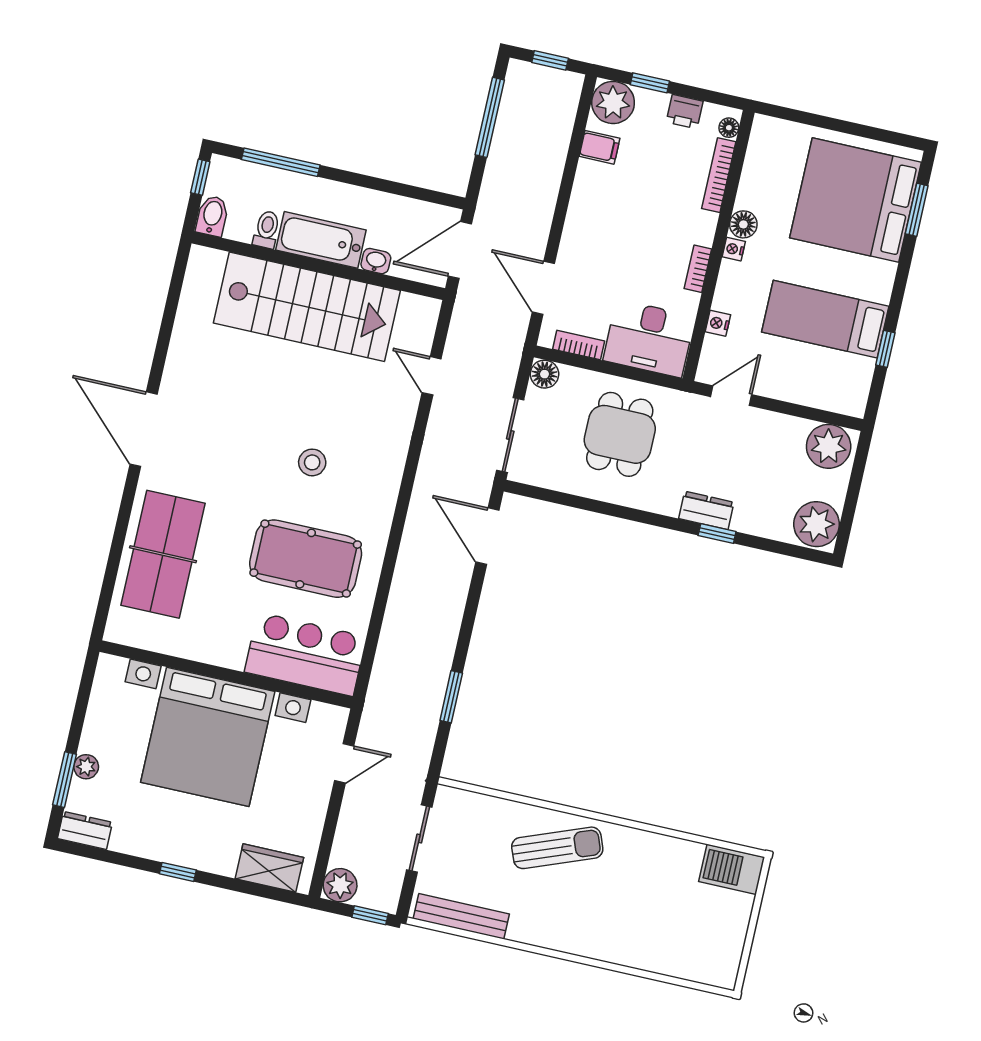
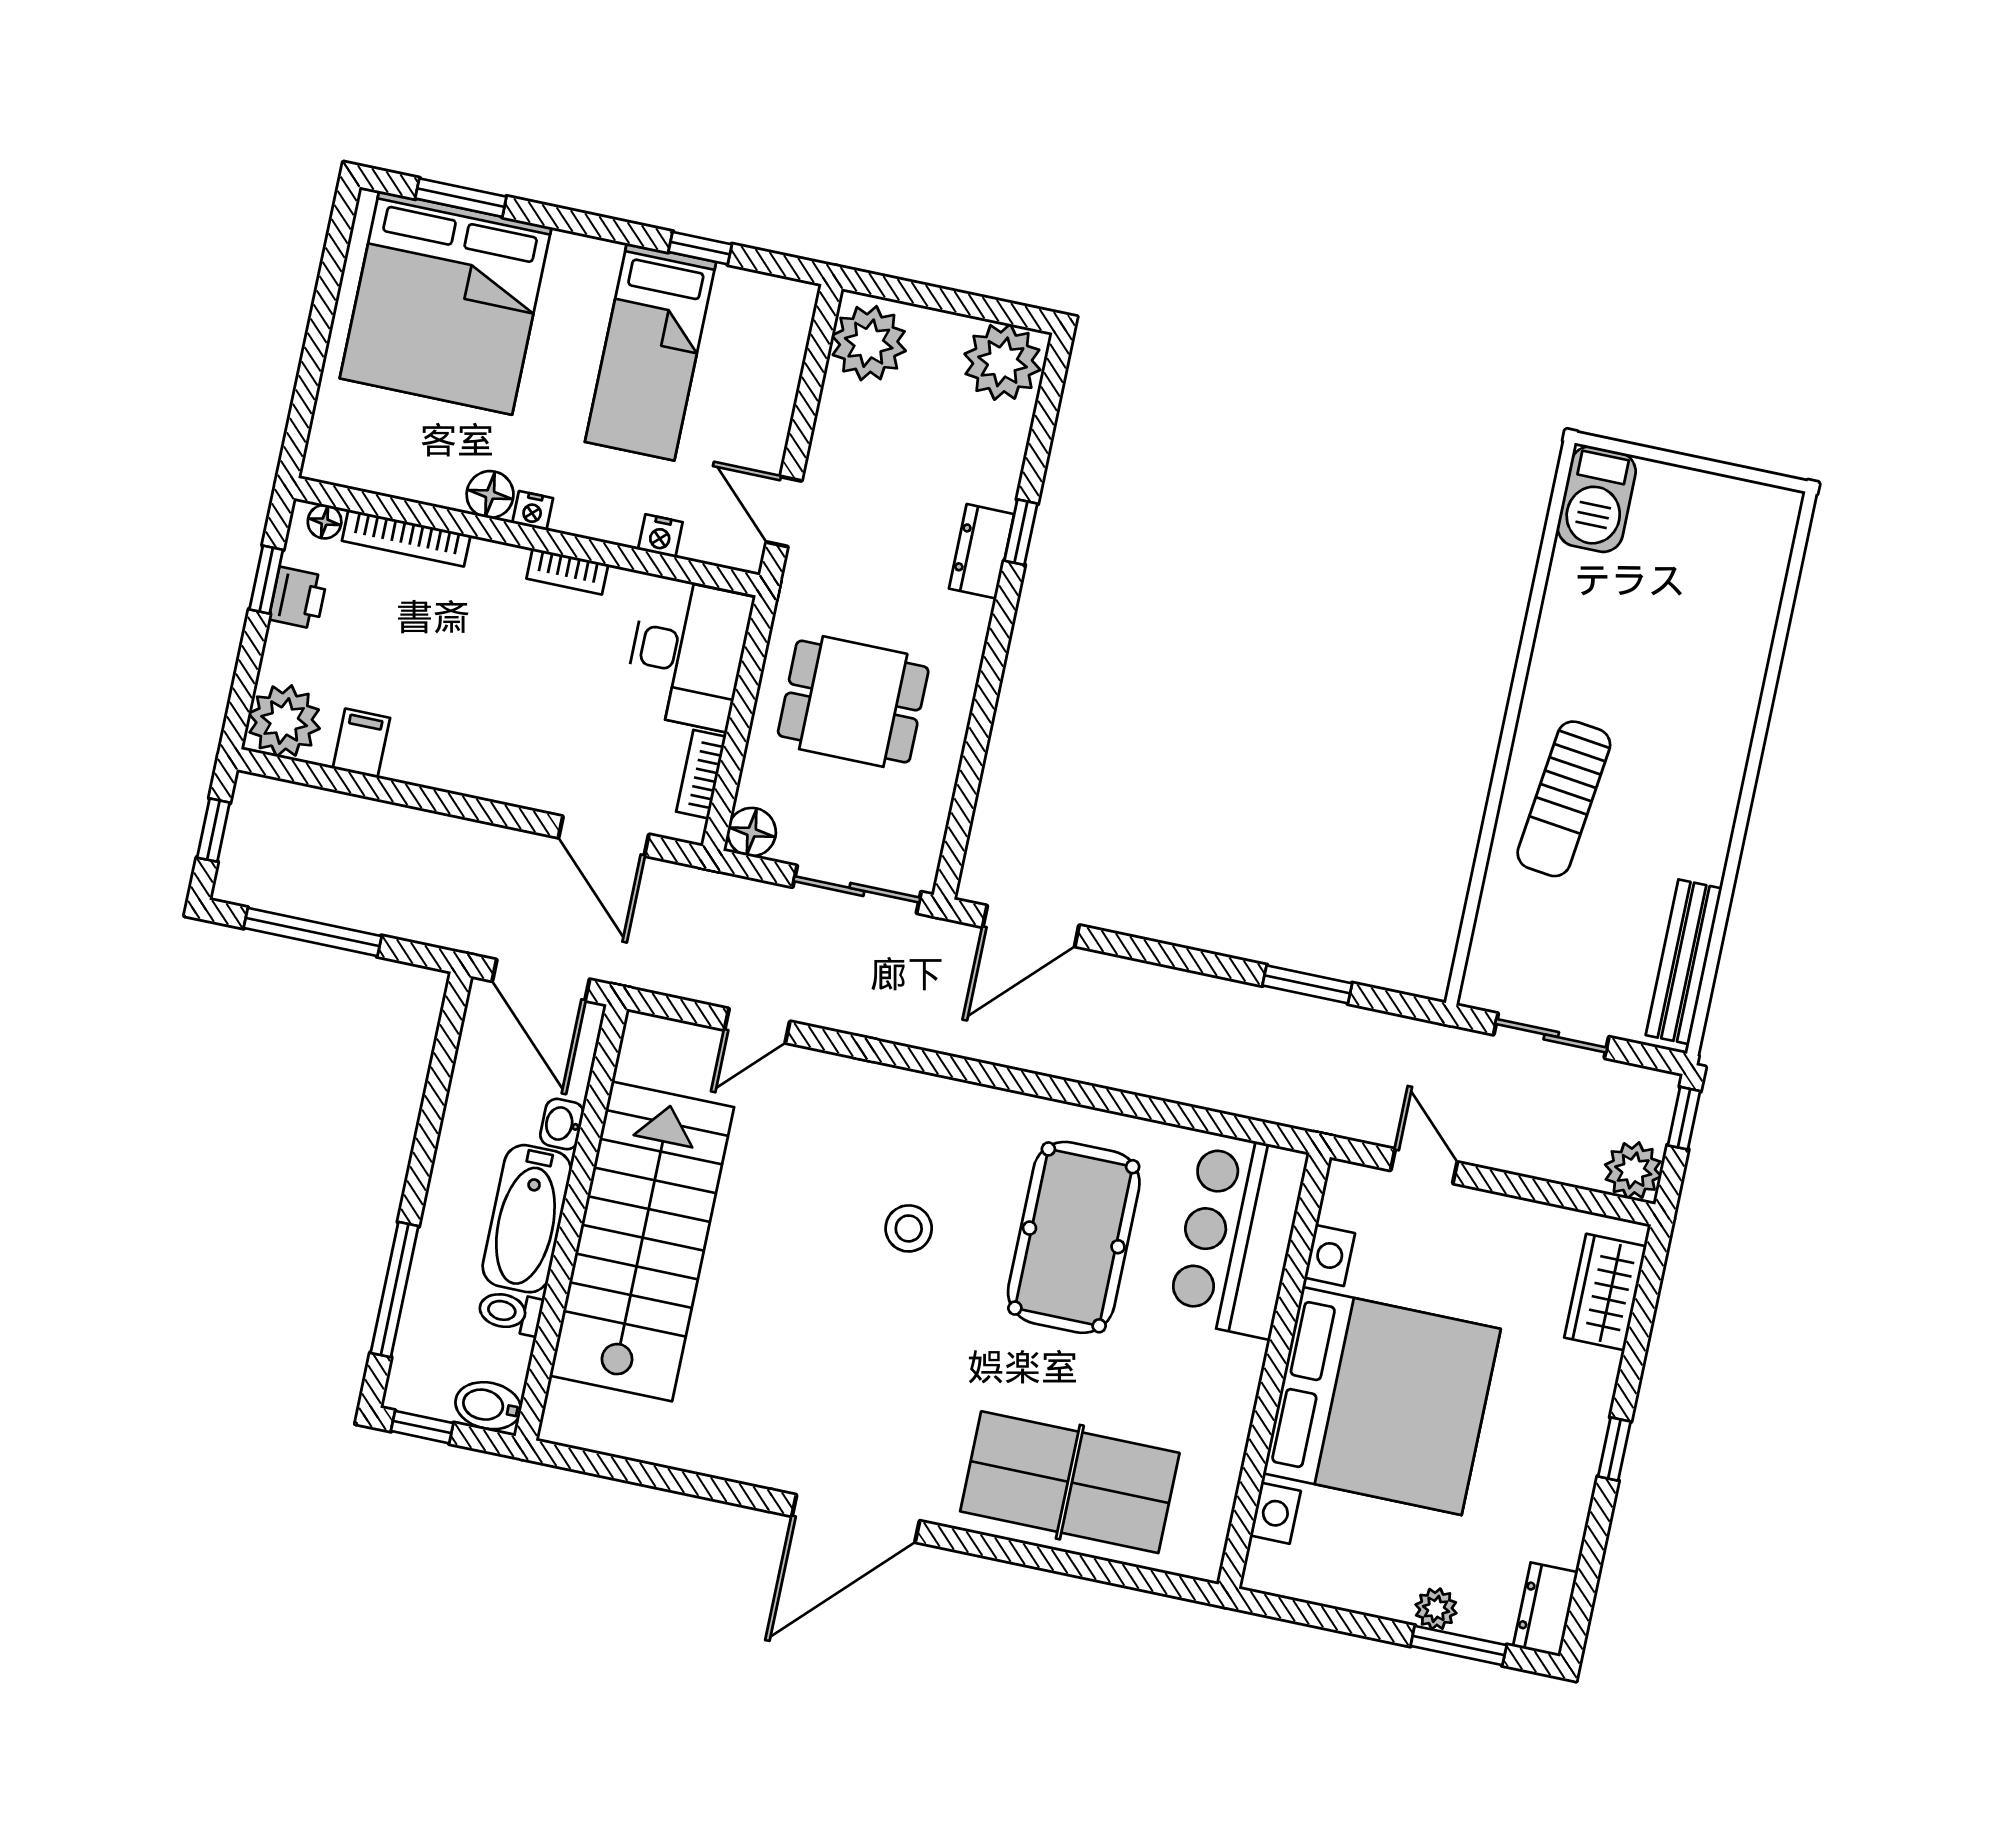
window: (650, 83) -> (266, 580), moved
door: (543, 288) -> (604, 836), hinge flipped
sun lounger: (557, 848) -> (1564, 799), turned -152

